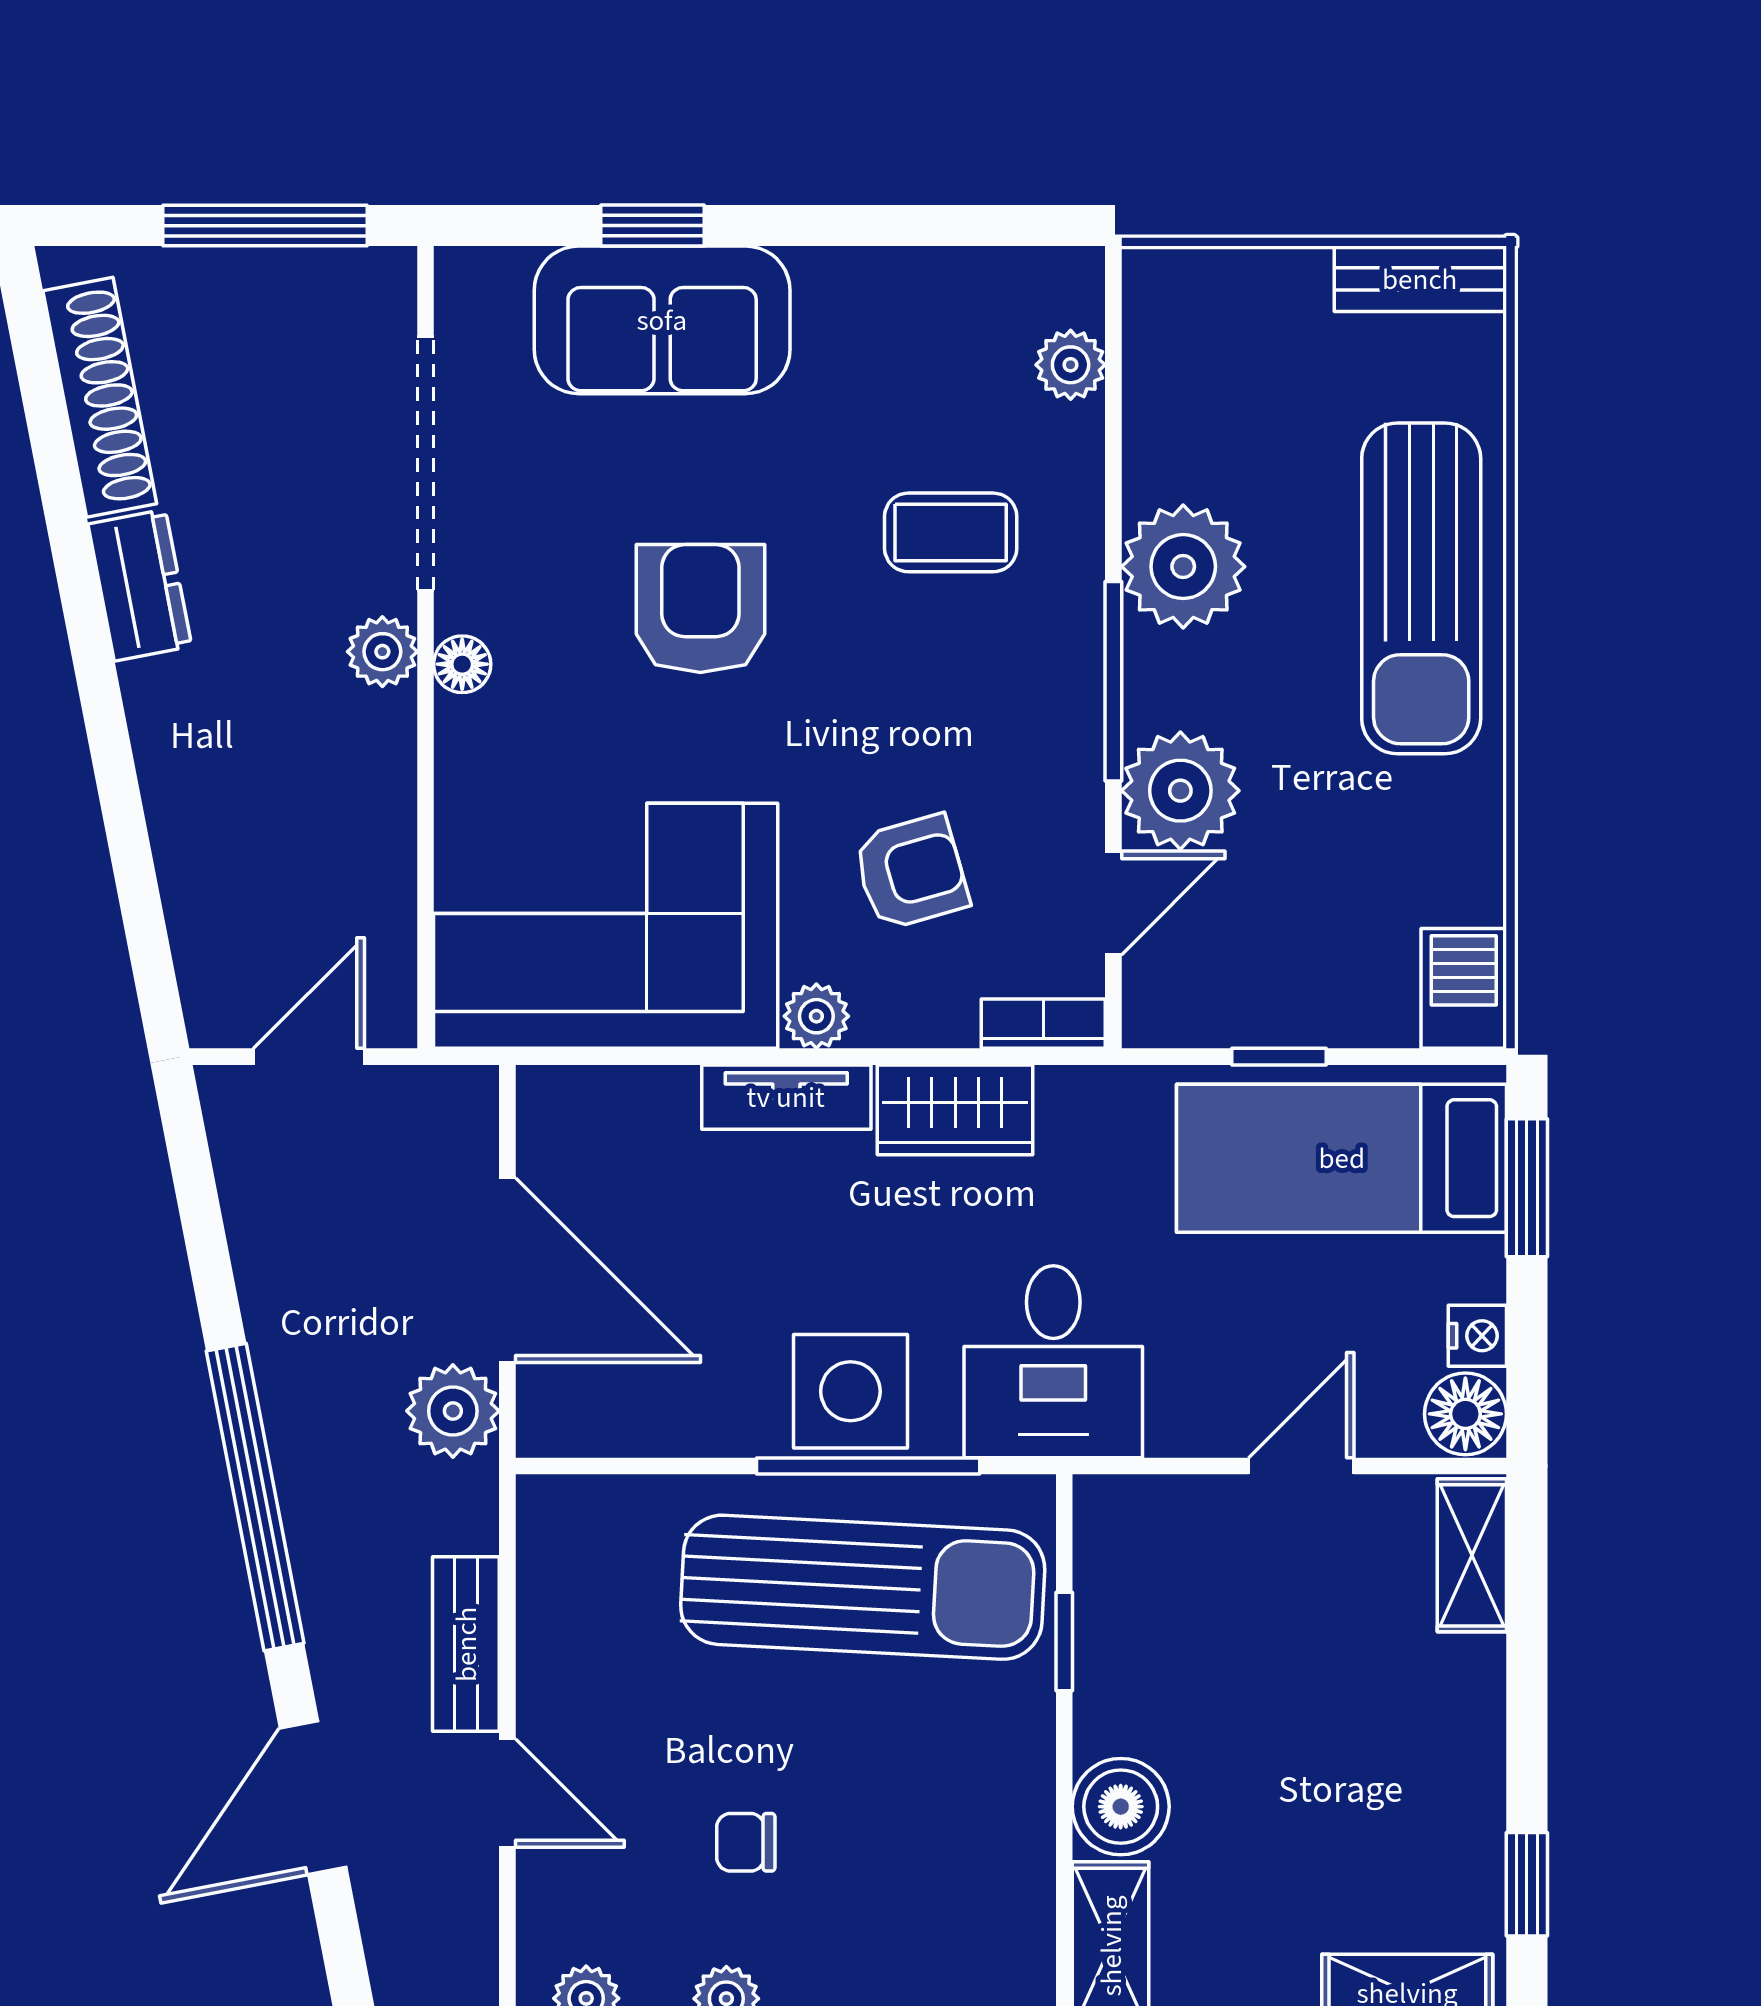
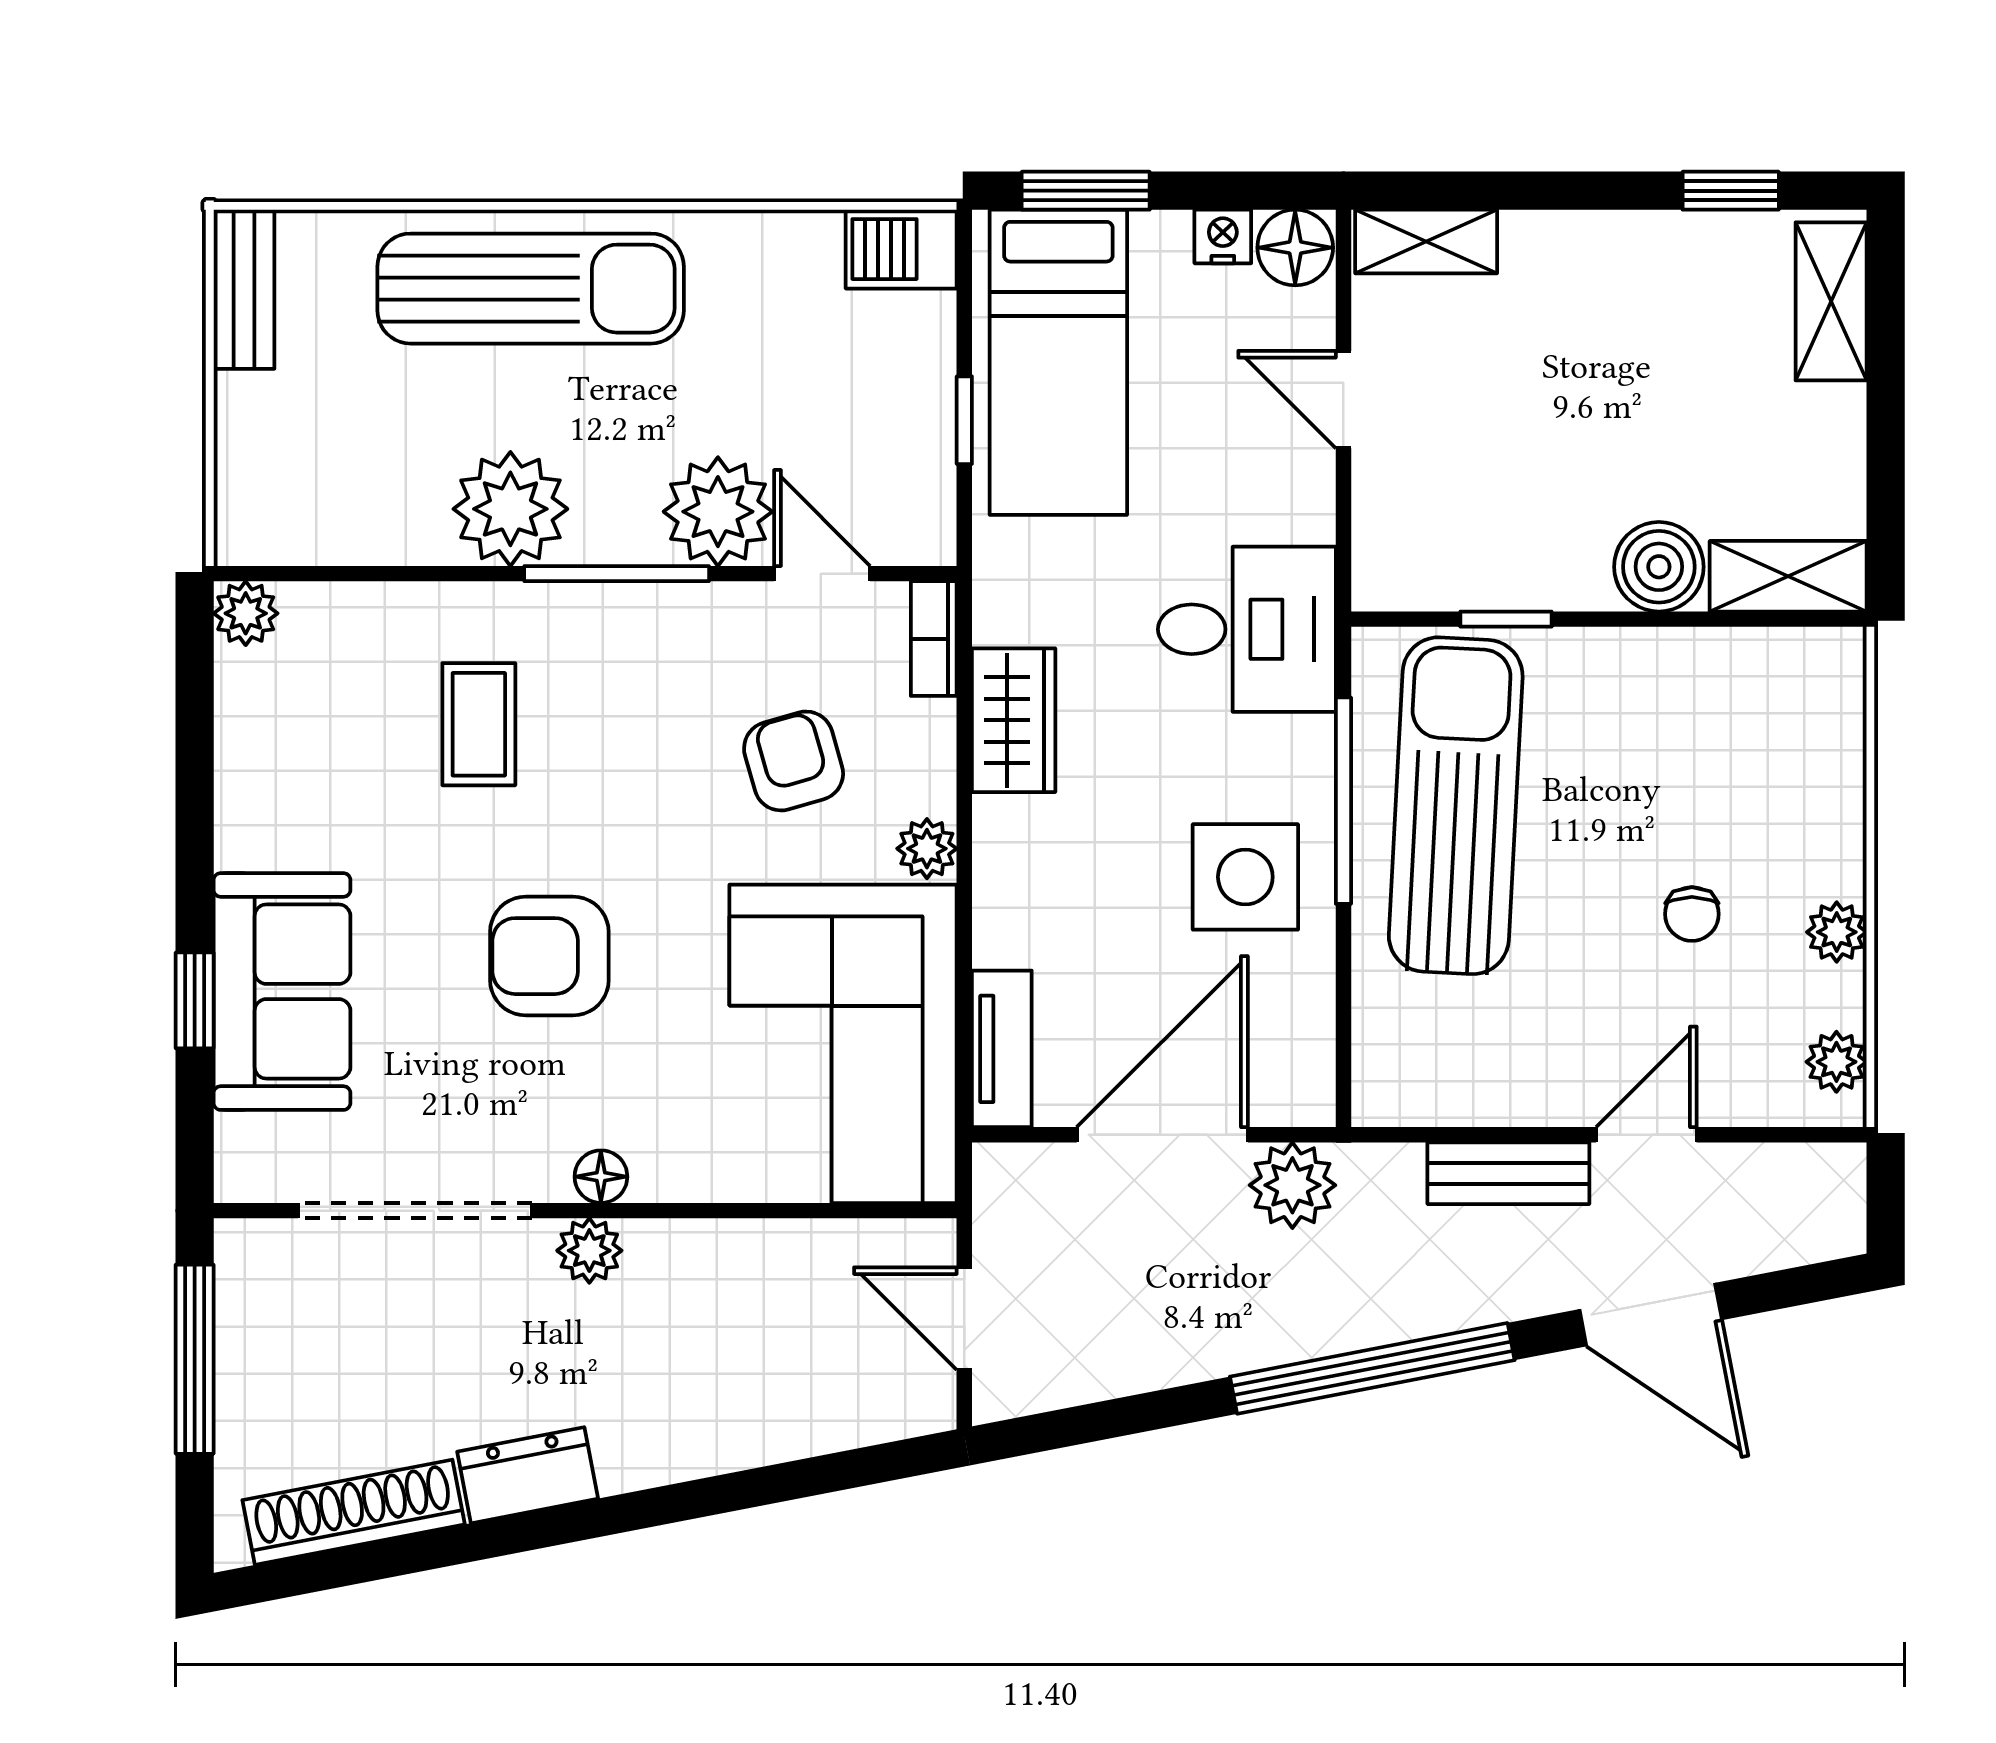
plant: (1071, 365) -> (246, 613), moved
tv unit: (786, 1097) -> (1002, 1049), moved
side table: (850, 1391) -> (1245, 877), moved

